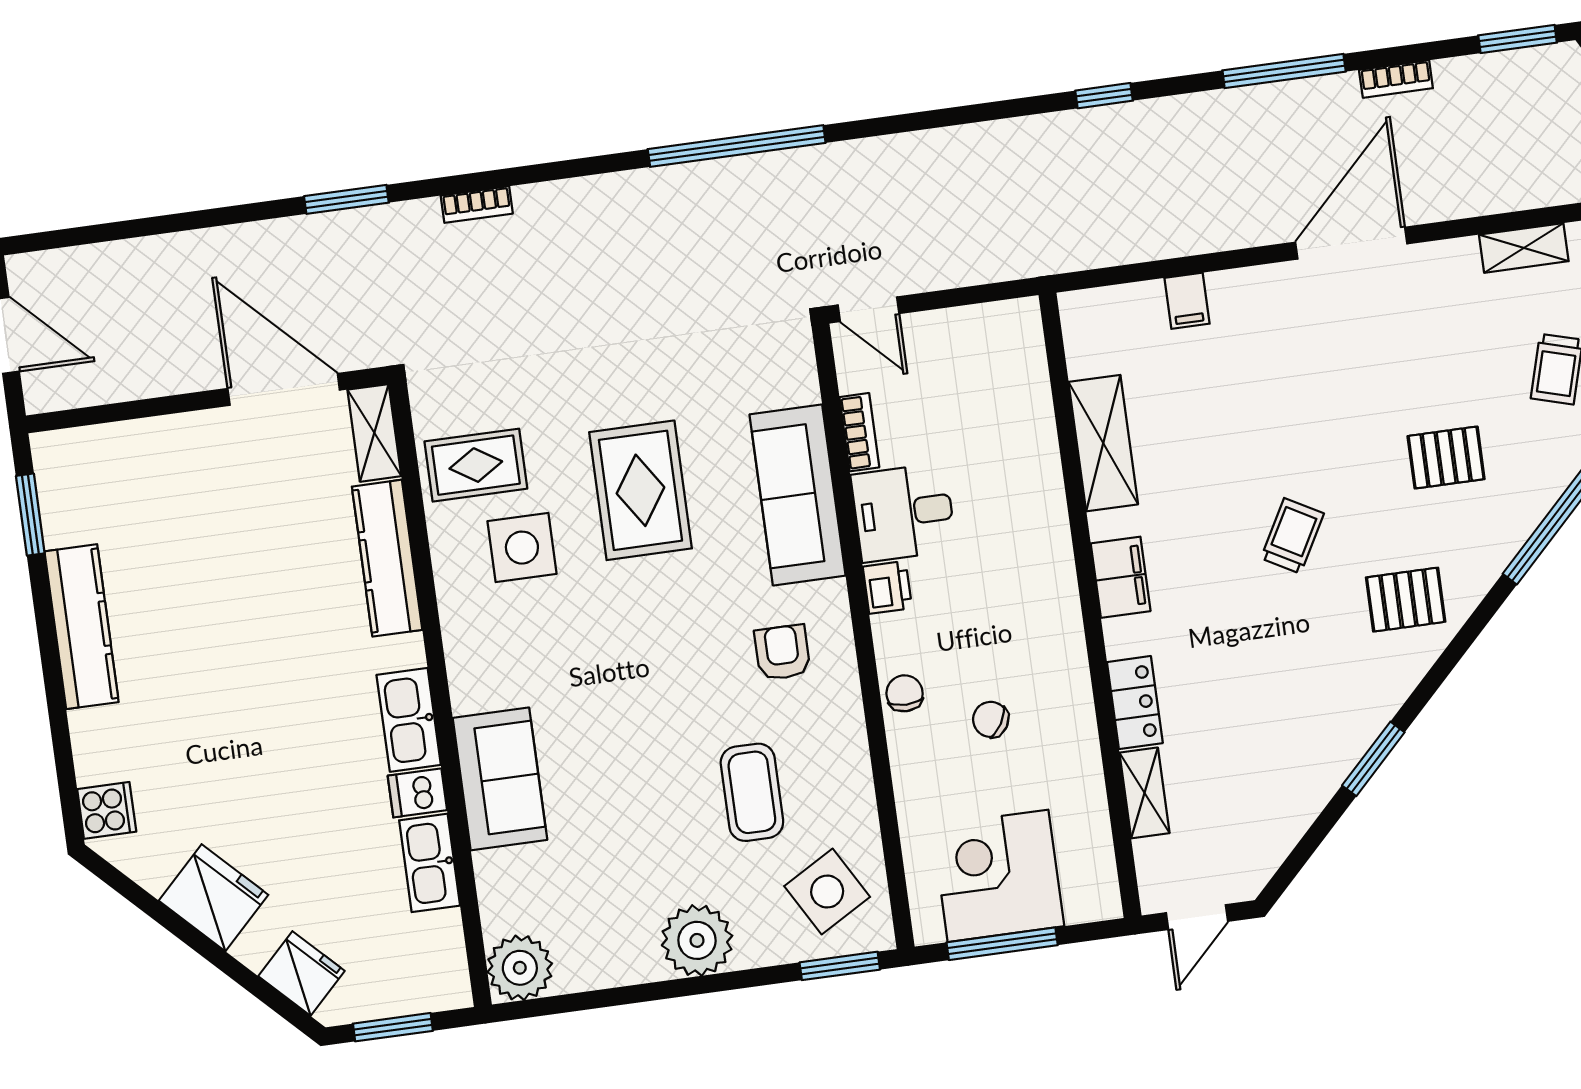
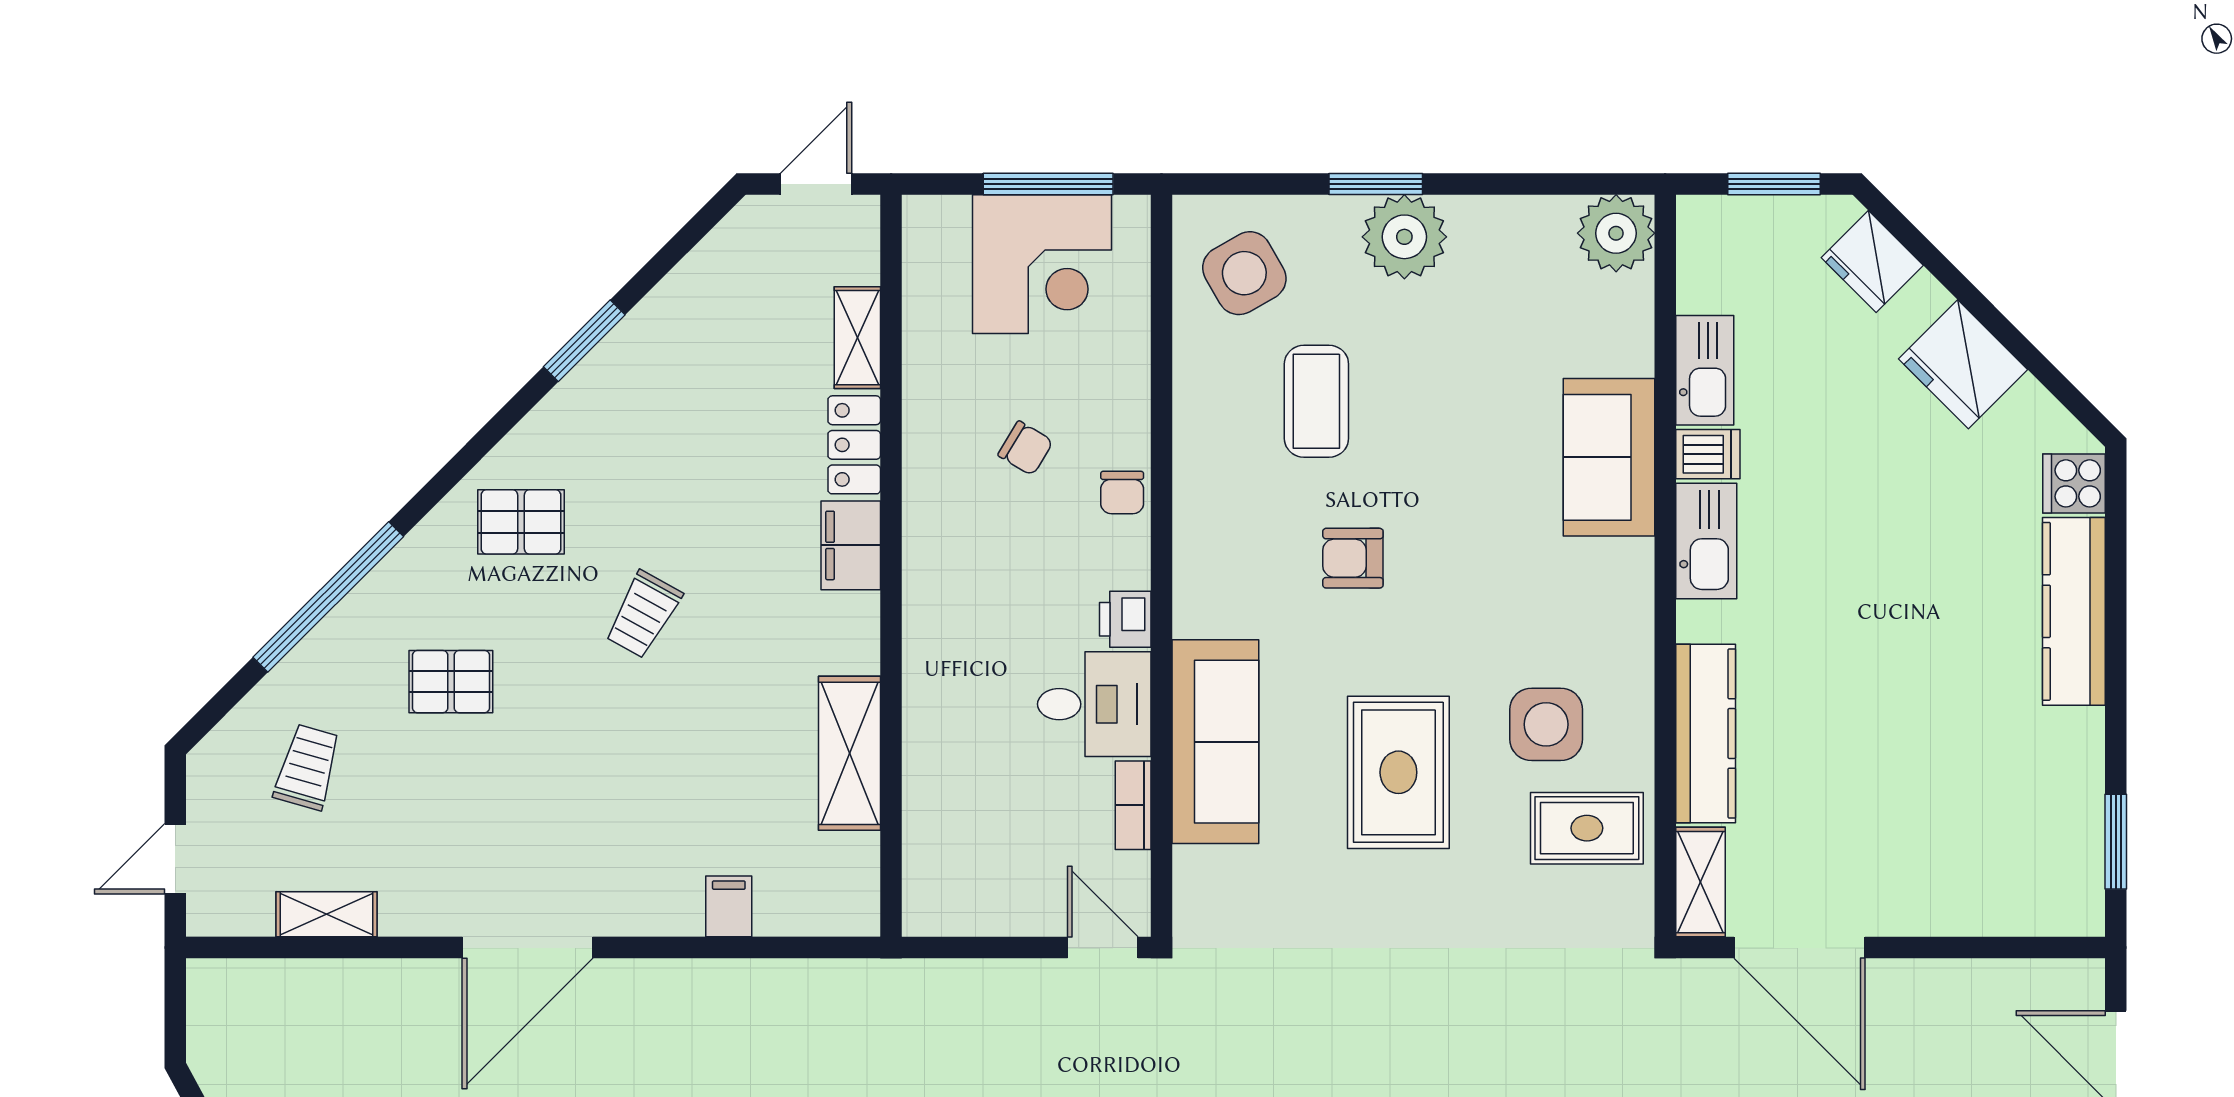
filing cabinet: (1121, 577) -> (851, 545), moved
kitchen counter: (82, 627) -> (2074, 611), moved
armchair: (782, 652) -> (1353, 558), moved, turned 90
window: (840, 966) -> (1376, 184), moved

